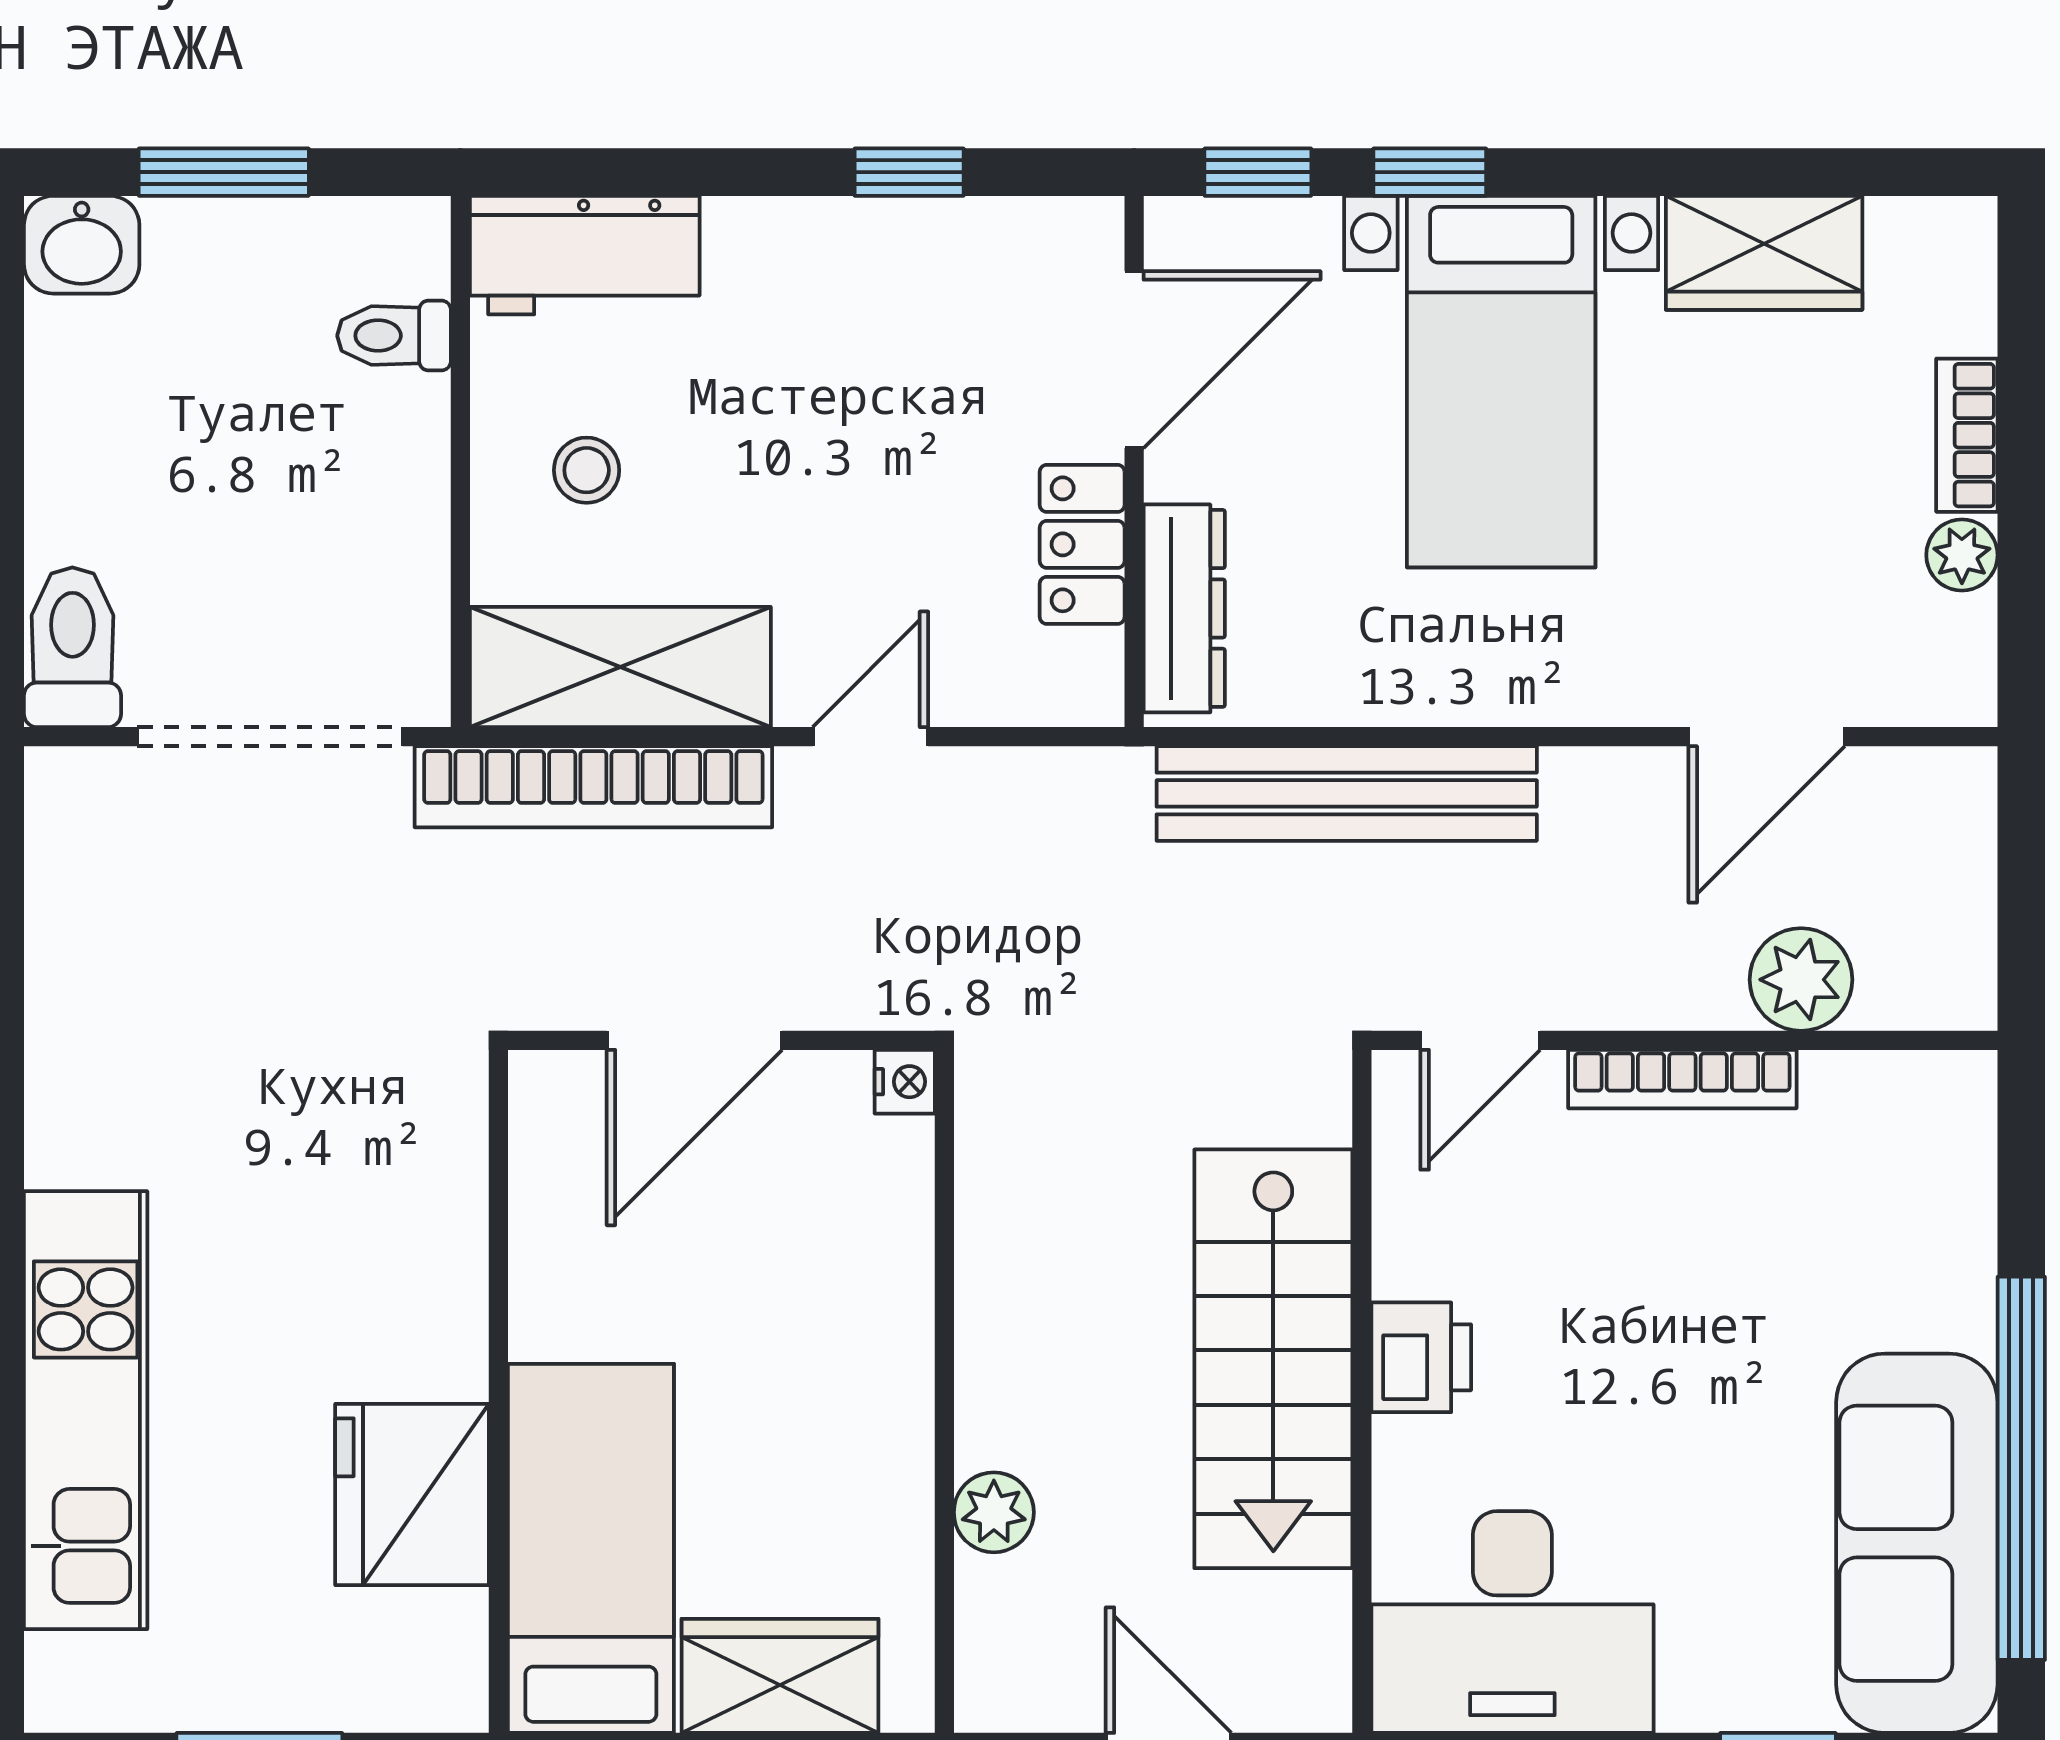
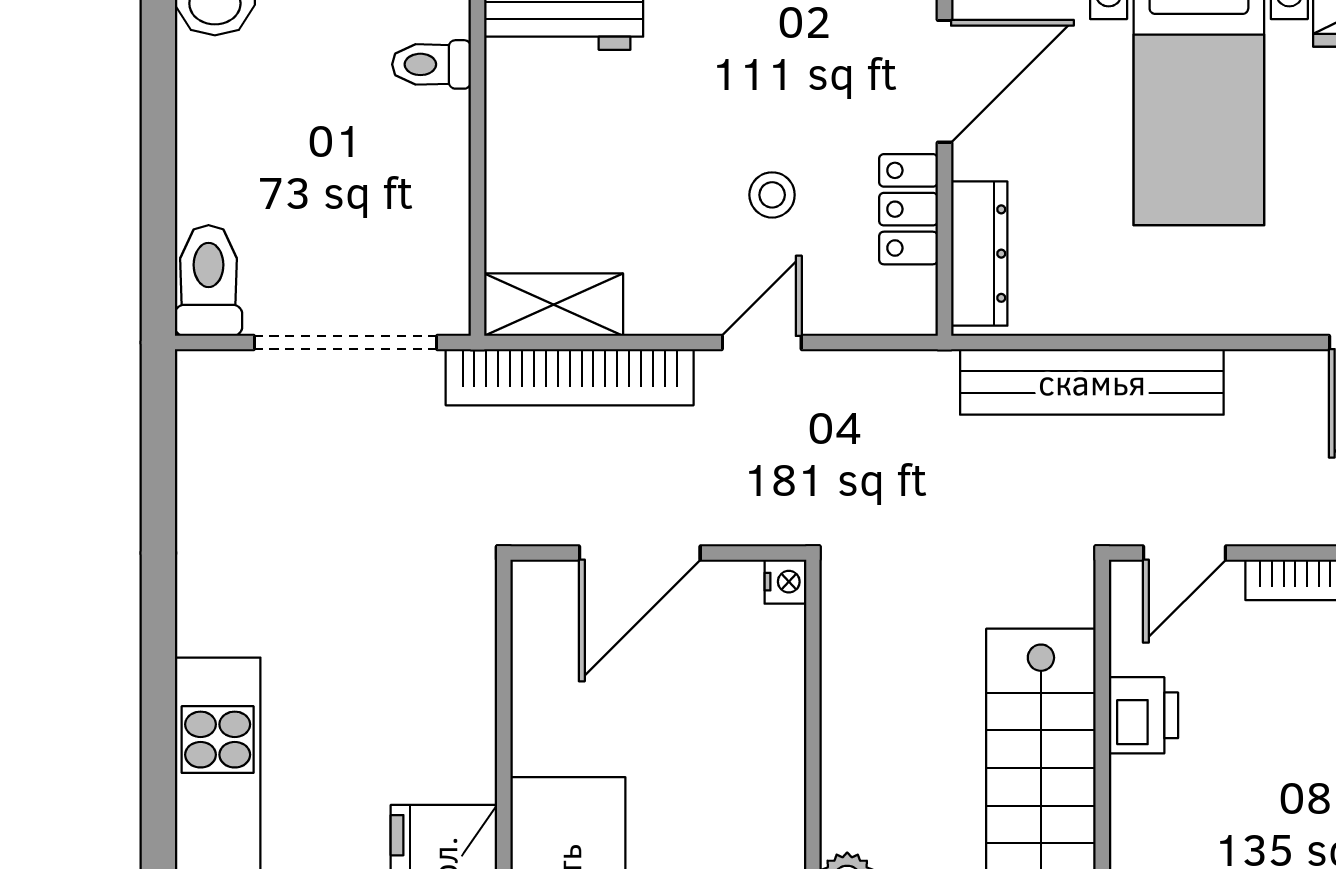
stool: (587, 470) -> (772, 195), moved
shelving: (620, 667) -> (554, 305), width x0.67, depth x0.75
printer: (1421, 1357) -> (1143, 715), moved

